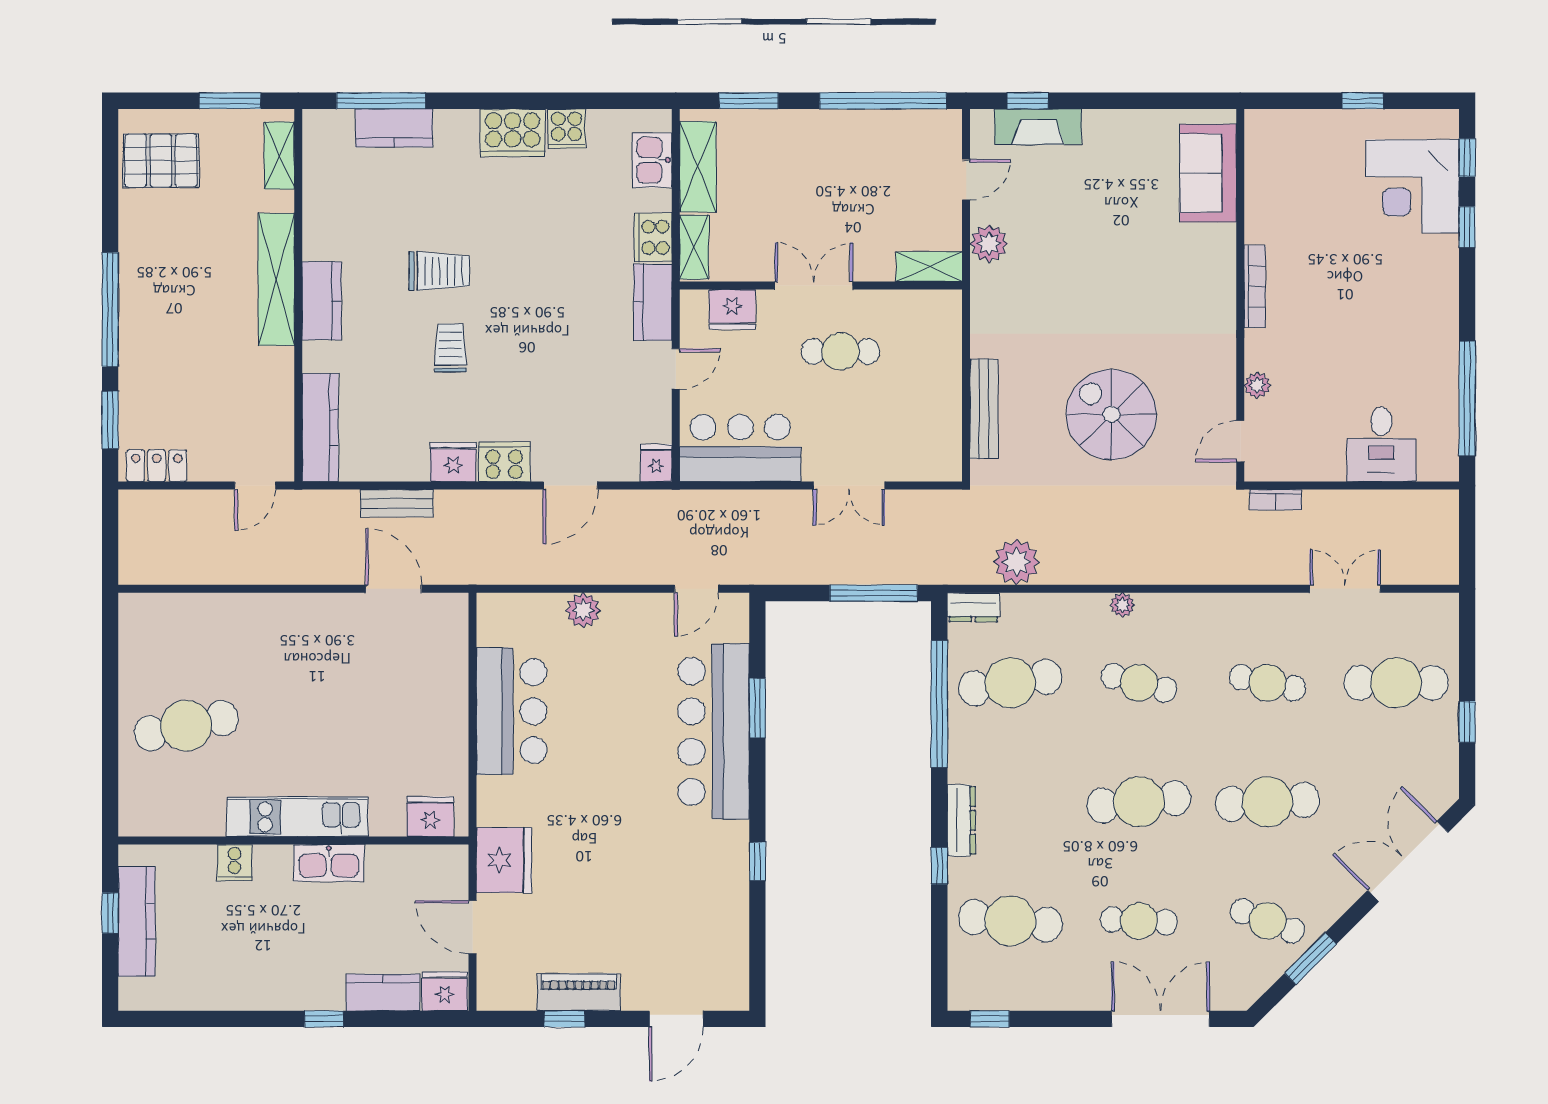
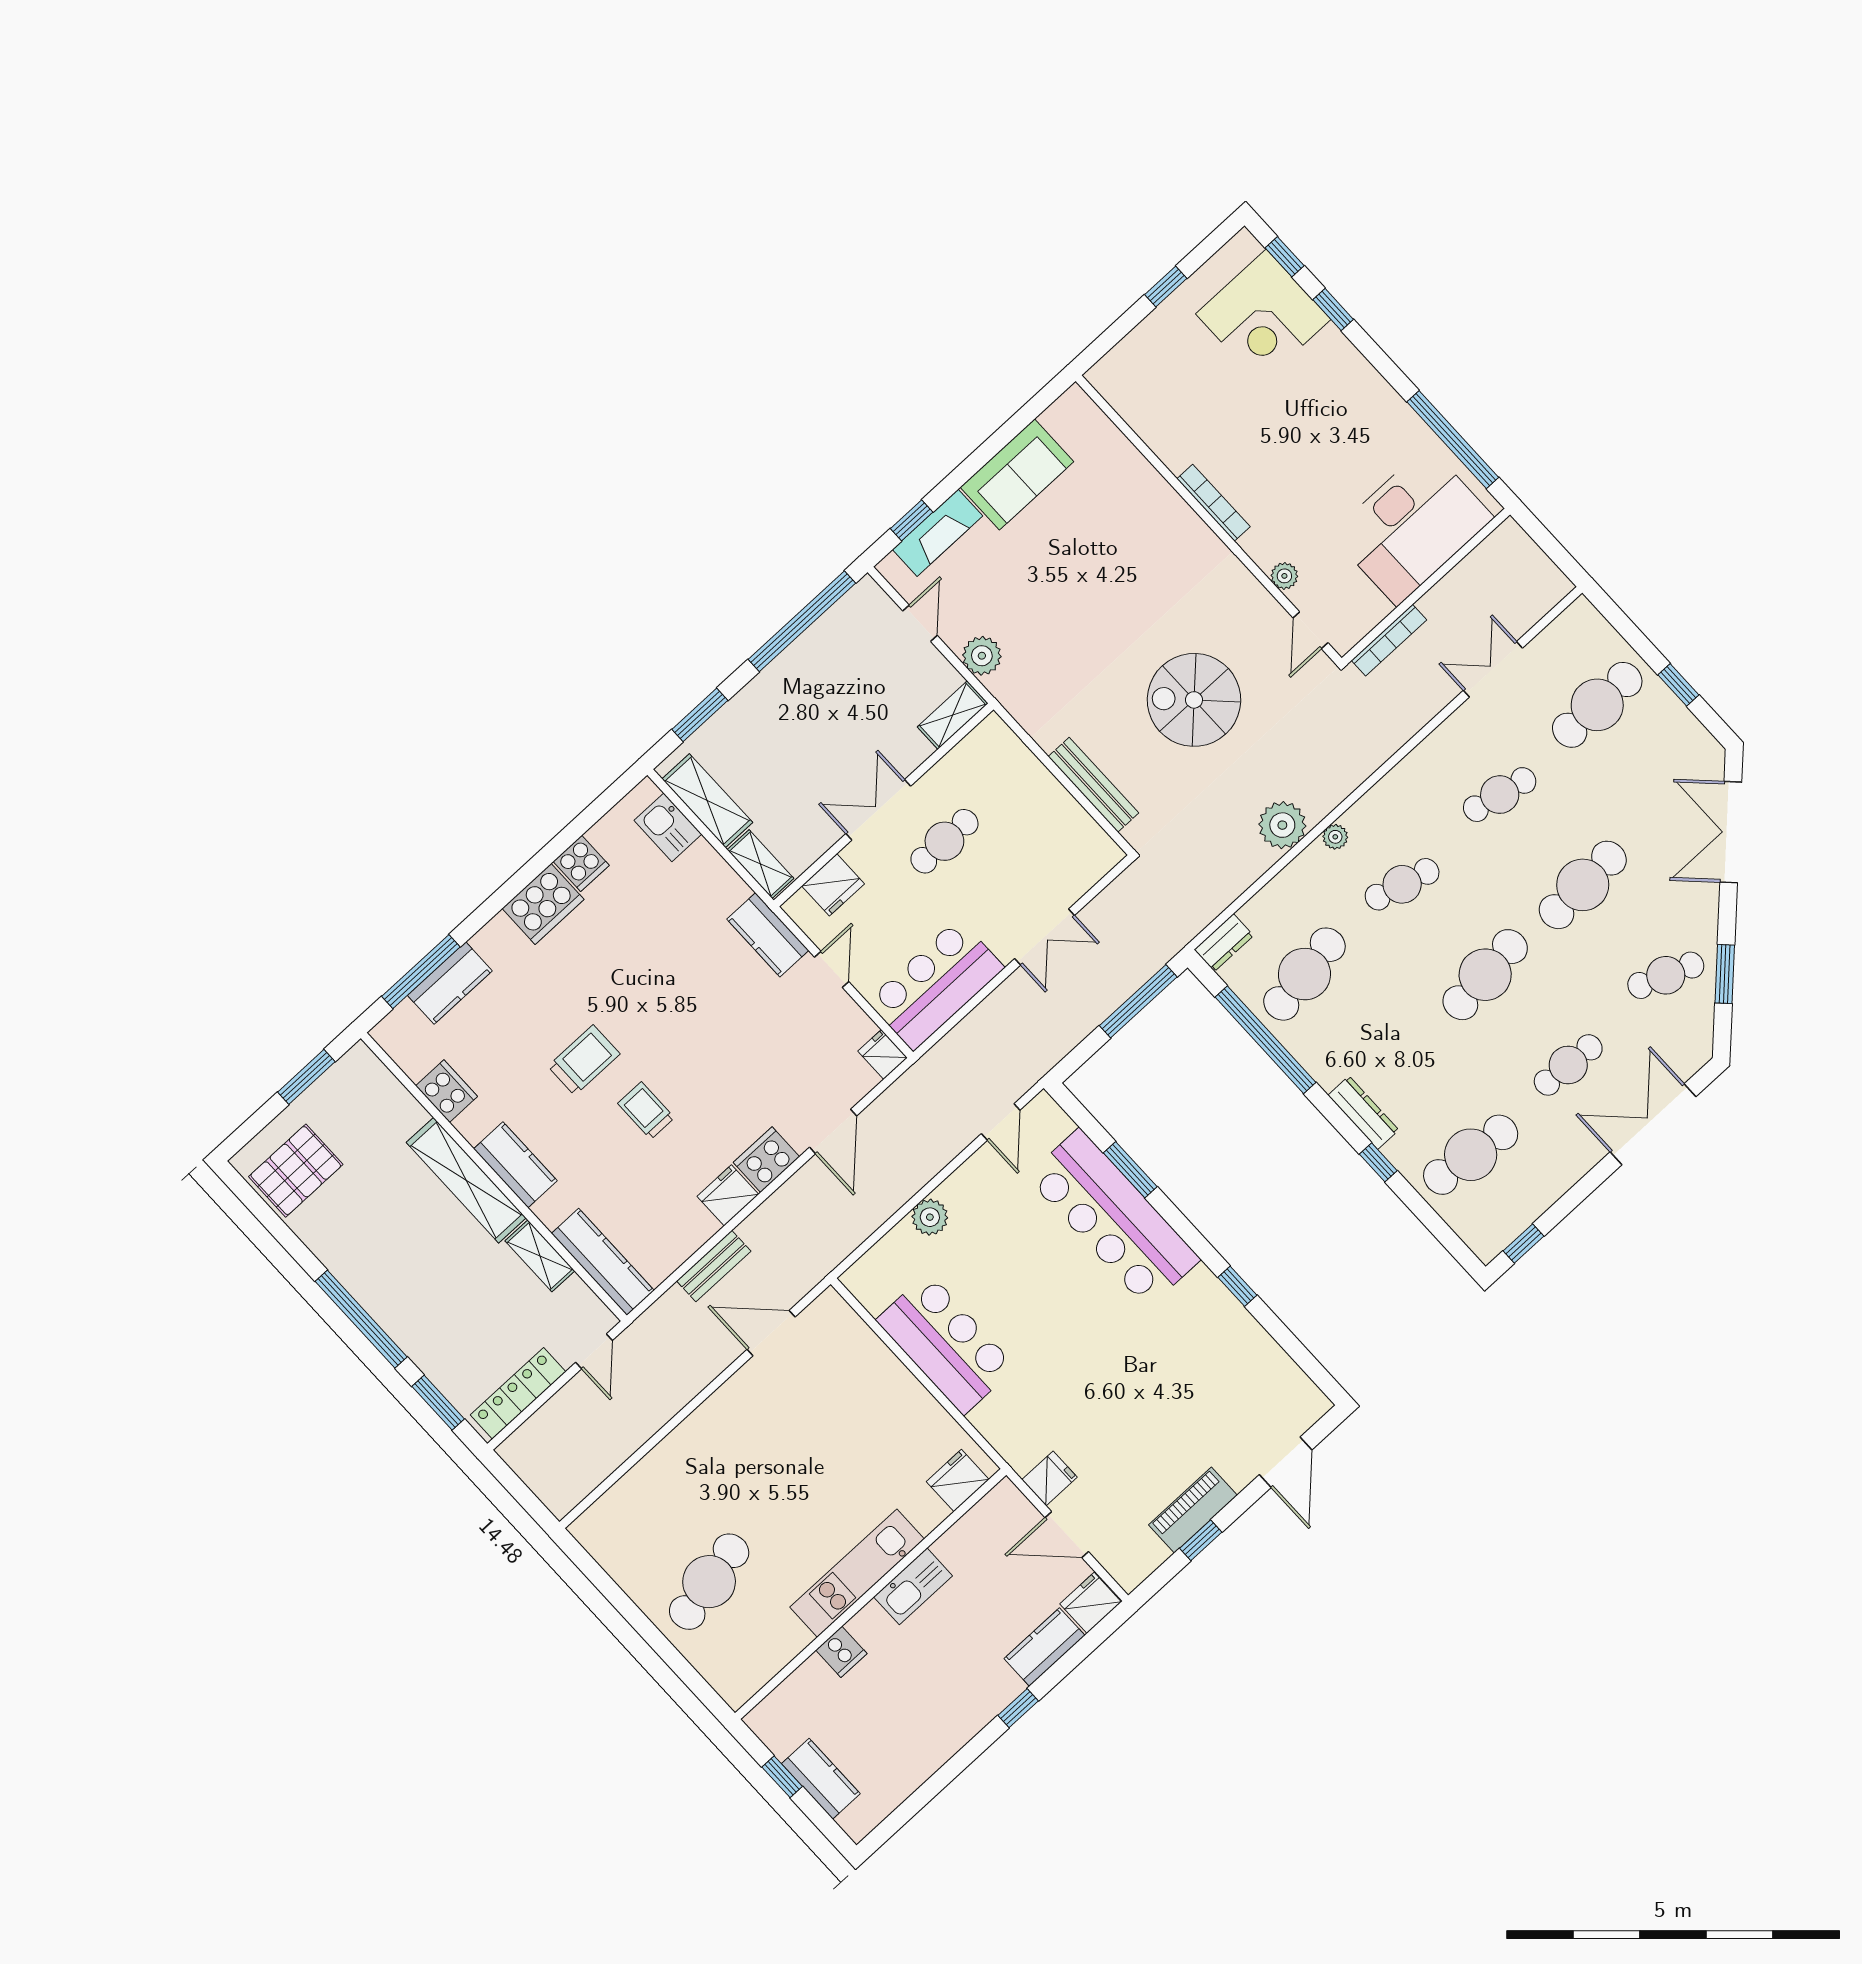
shelving: (279, 155) -> (540, 1256), moved
sofa: (1208, 173) -> (1017, 474), moved, turned -90
cooker: (653, 237) -> (447, 1091), moved, turned 180
desk: (1381, 445) -> (1412, 526), width x1.87, depth x1.30
locker: (157, 466) -> (518, 1393), width x1.53
bookcase: (1275, 500) -> (1389, 640), width x1.56
plant: (1016, 562) -> (1282, 825), moved
fridge: (504, 860) -> (1050, 1478), width x0.53, depth x0.75
kitchen counter: (137, 921) -> (821, 1779), width x0.67

